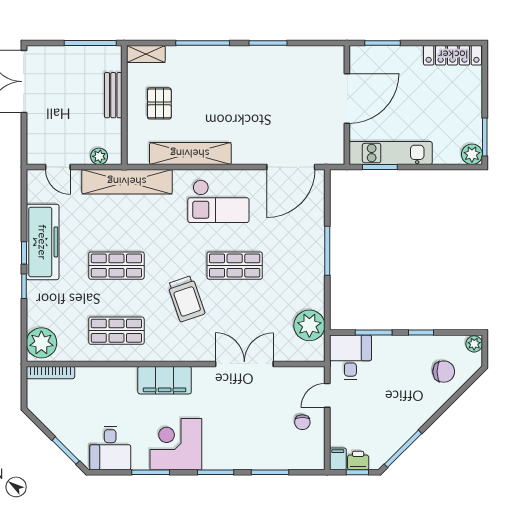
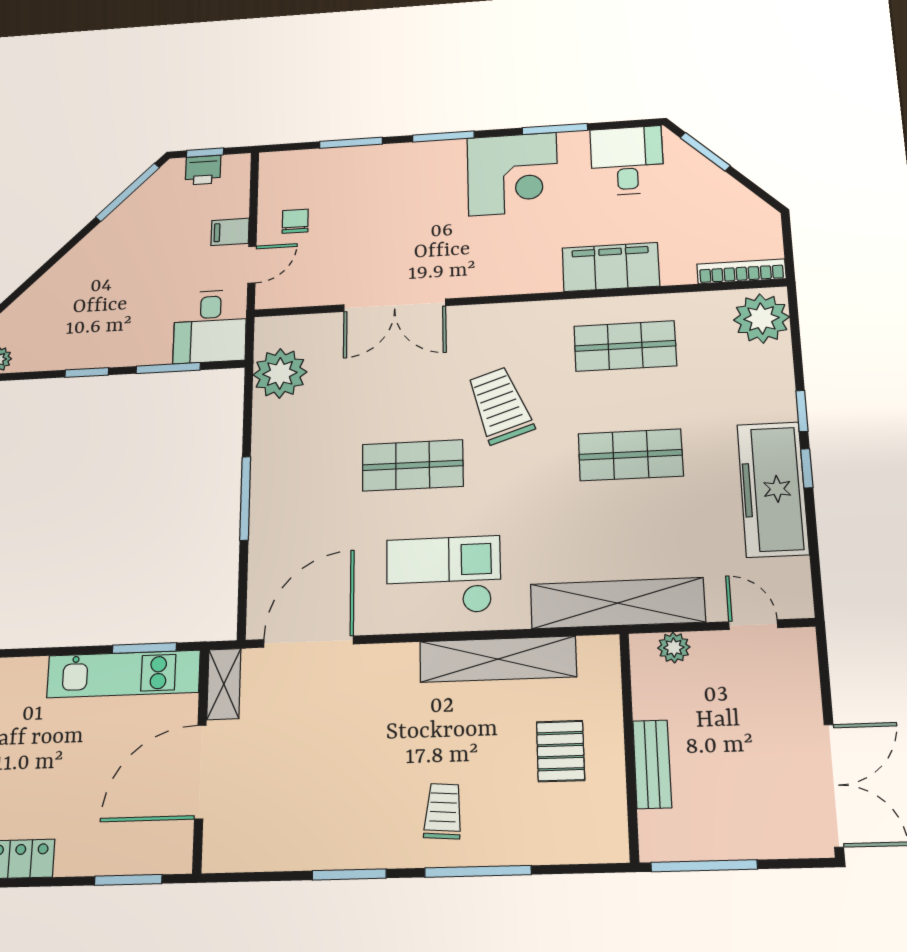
shelving: (146, 54) -> (224, 684), moved, turned 90
trolley: (220, 74) -> (443, 811), added
chair: (444, 372) -> (52, 313), removed
filing cabinet: (165, 380) -> (611, 267), moved
filing cabinet: (338, 459) -> (230, 232), moved, turned 90

